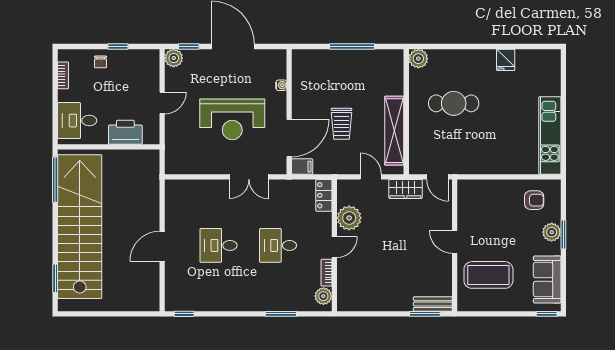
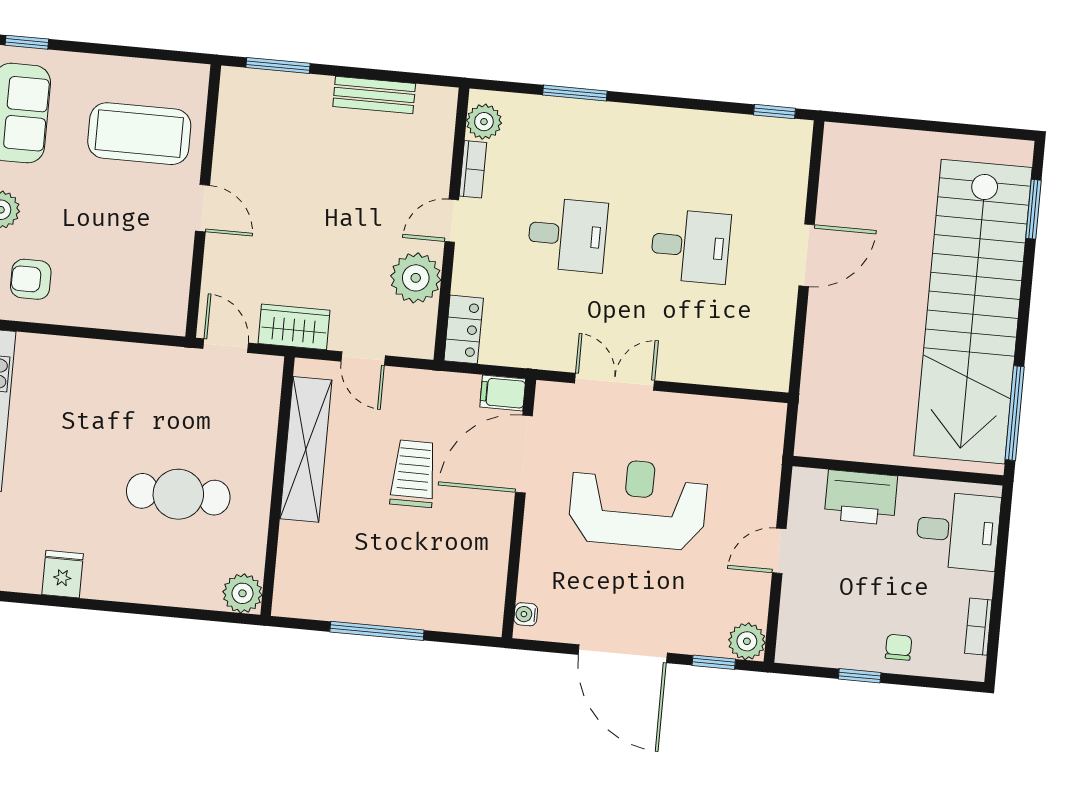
water cooler: (281, 85) -> (526, 614), moved
bench: (433, 304) -> (374, 95), moved

